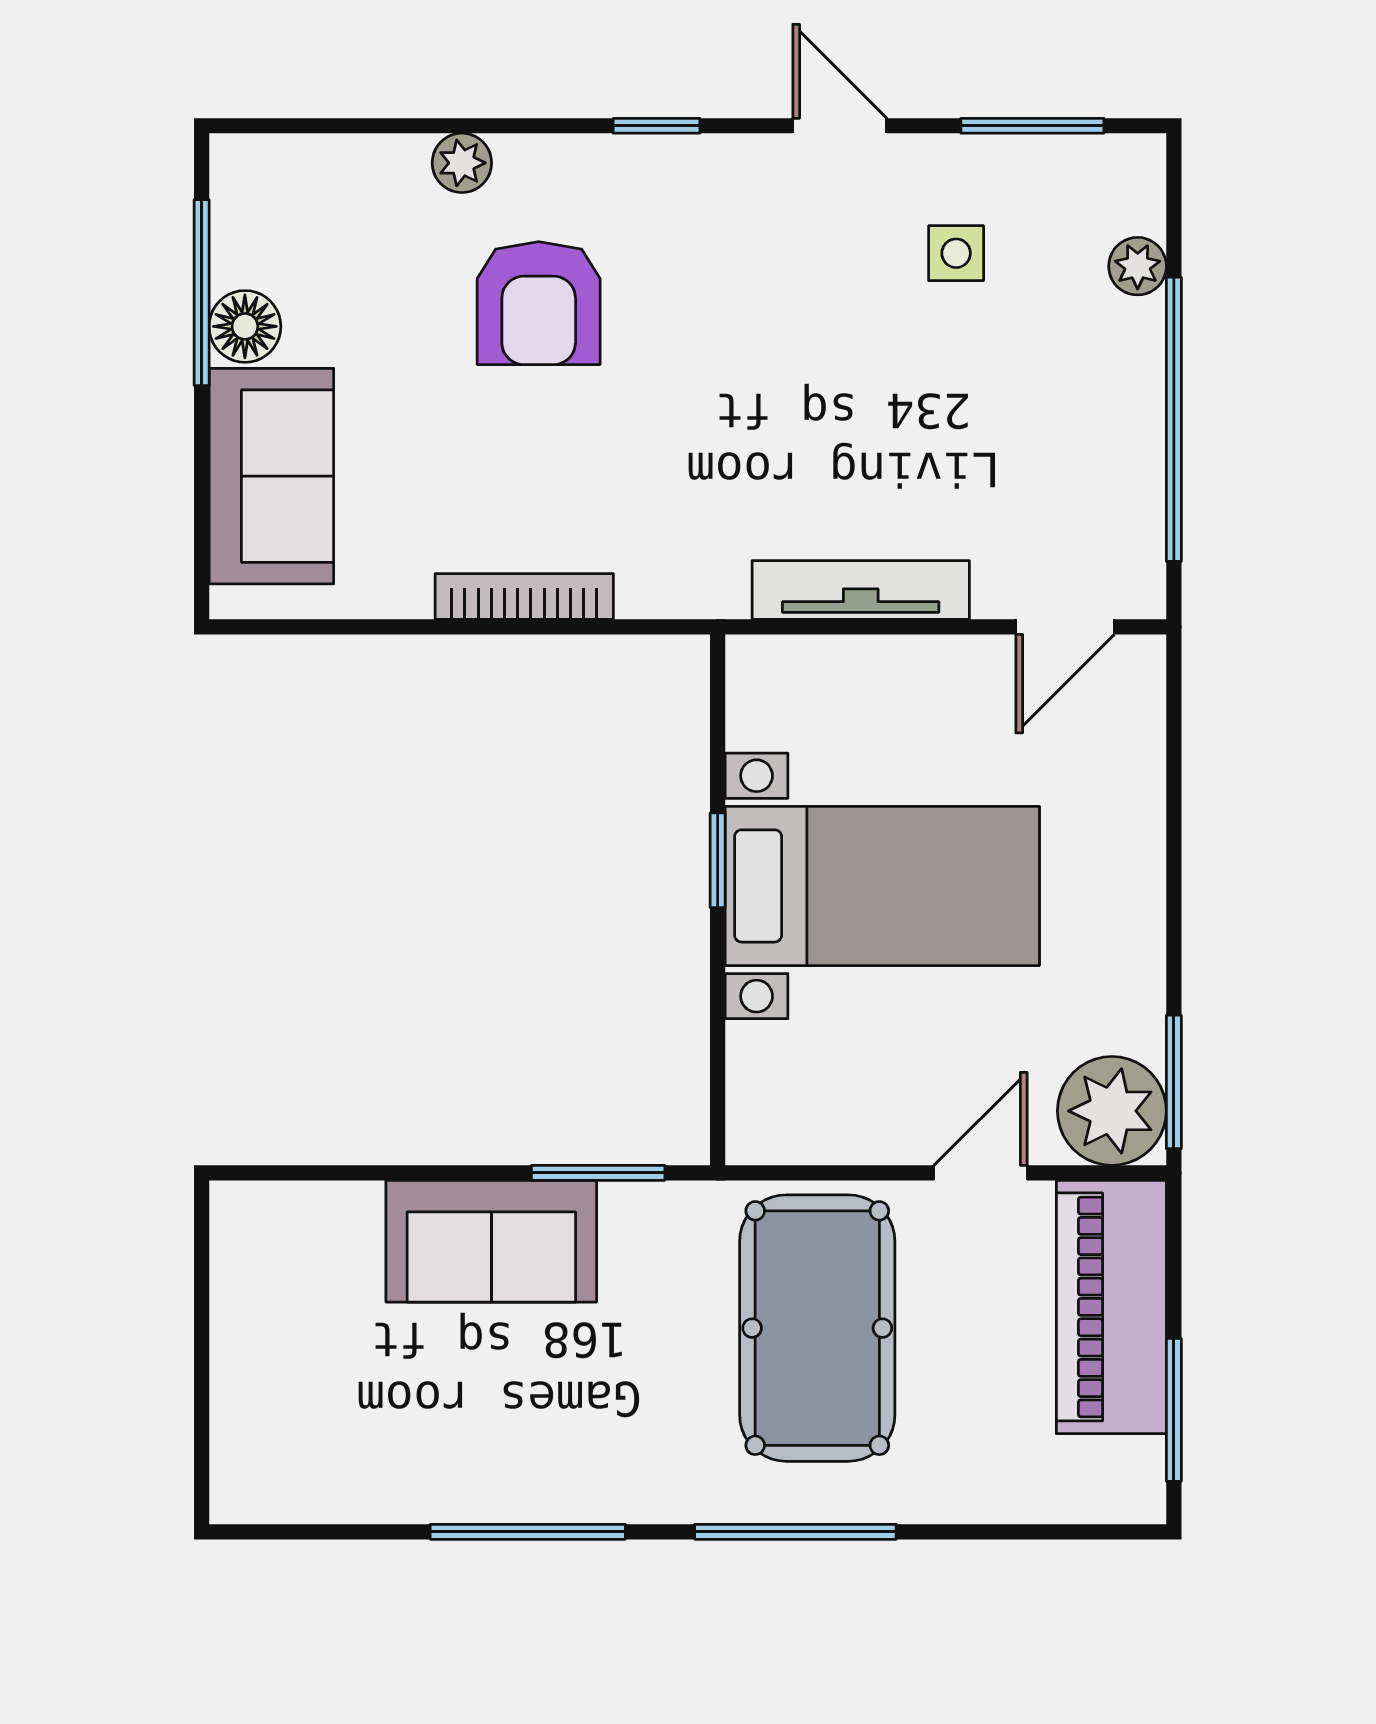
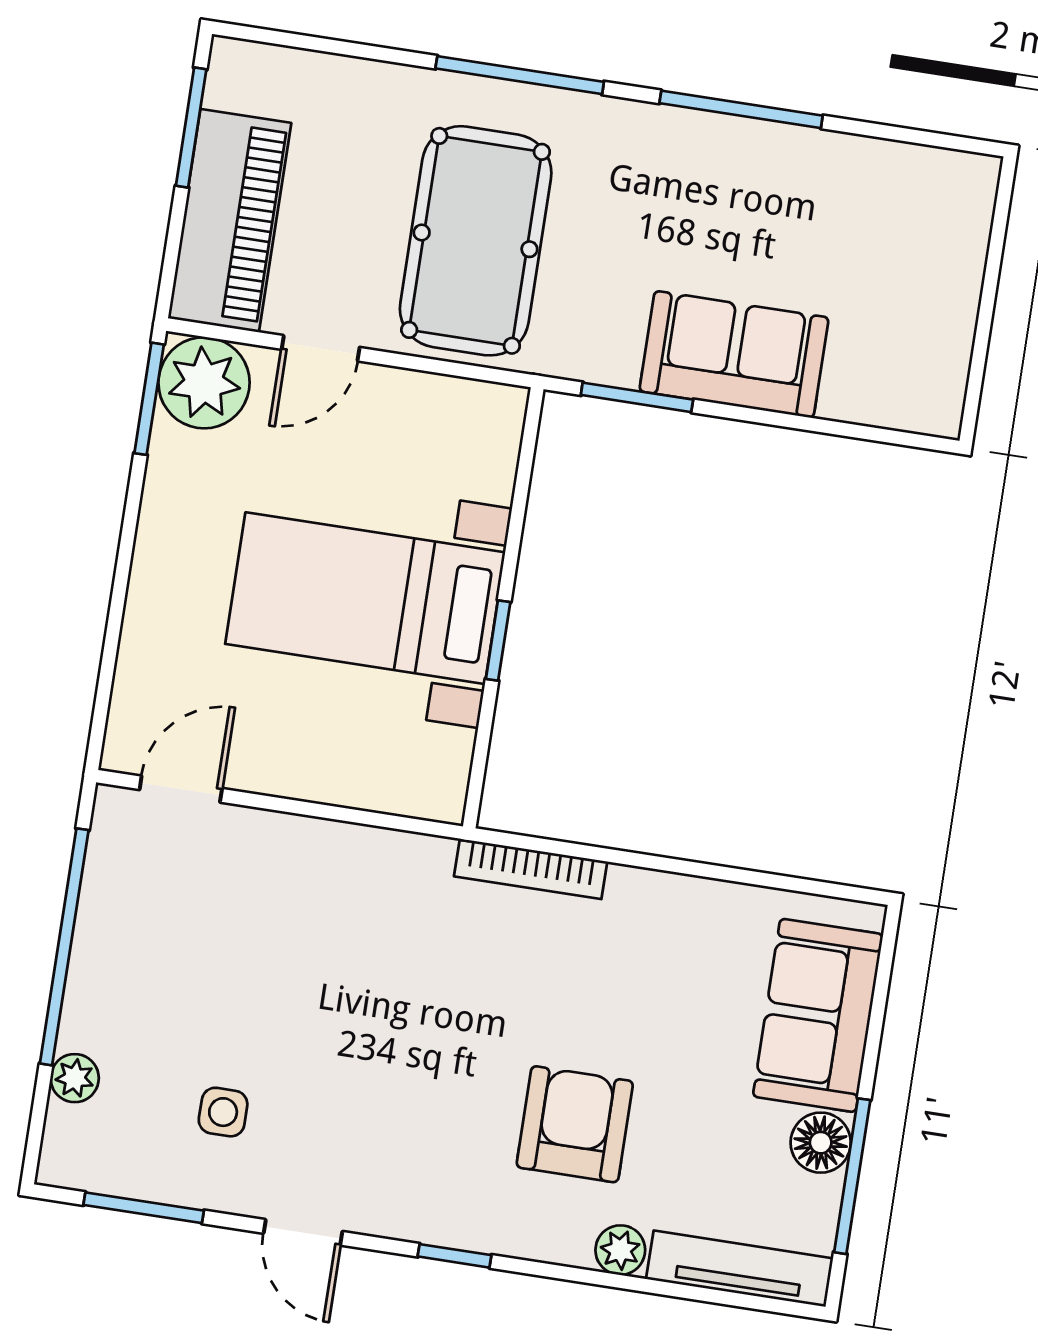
tv unit: (861, 590) -> (740, 1269), moved, turned 180
bookcase: (524, 597) -> (531, 869), moved

